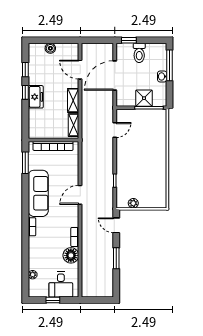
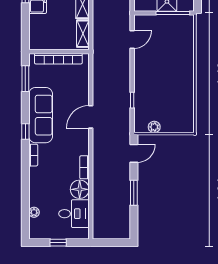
window: (25, 207) -> (25, 131), added
door: (116, 225) -> (134, 153), swing flipped
desk: (61, 285) -> (74, 214), moved, turned -90

